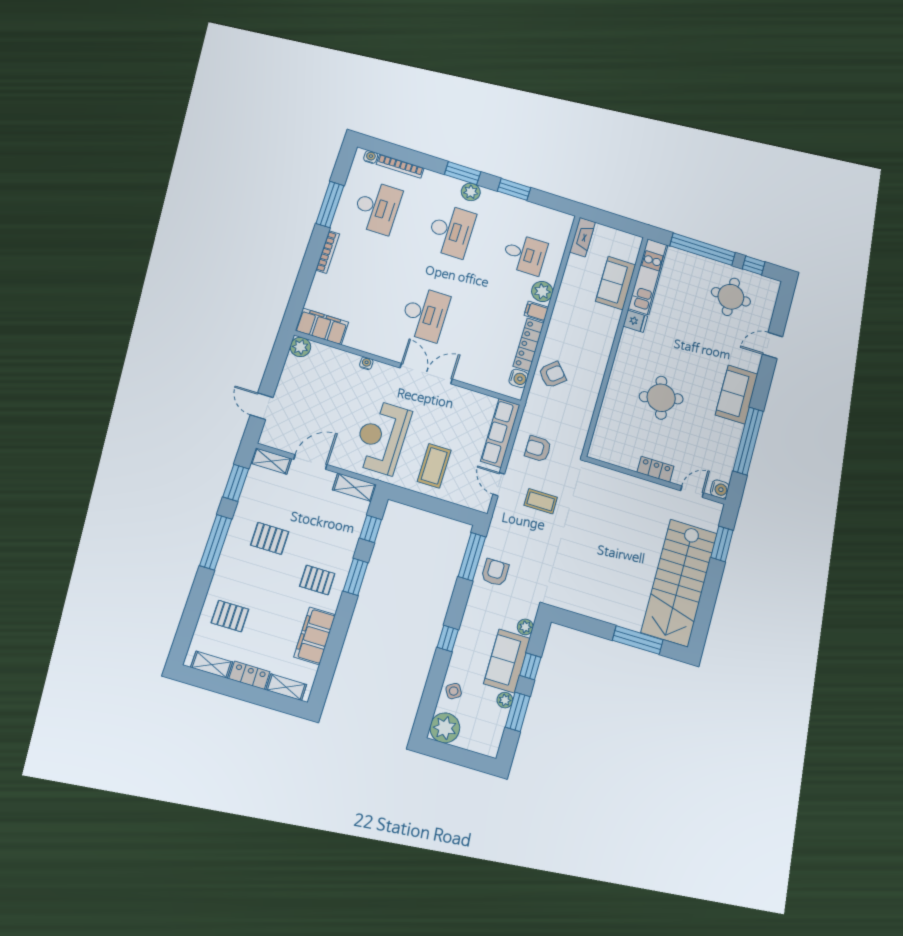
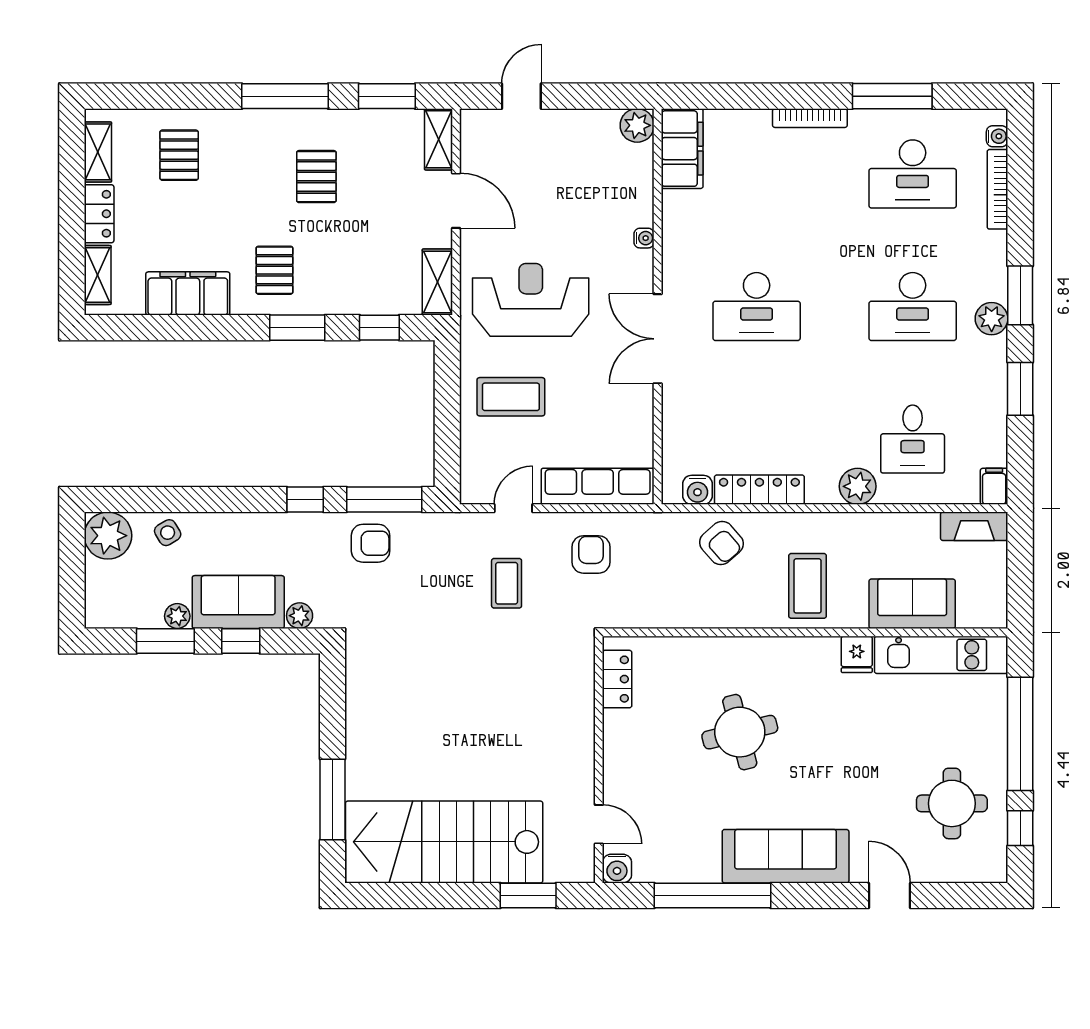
filing cabinet: (536, 311) -> (994, 486), moved
coffee table: (590, 336) -> (808, 586), added
double door: (426, 374) -> (658, 339), swing flipped
sofa: (737, 394) -> (786, 856), width x1.36
locker: (655, 469) -> (617, 679), moved
window: (448, 638) -> (305, 500), moved

